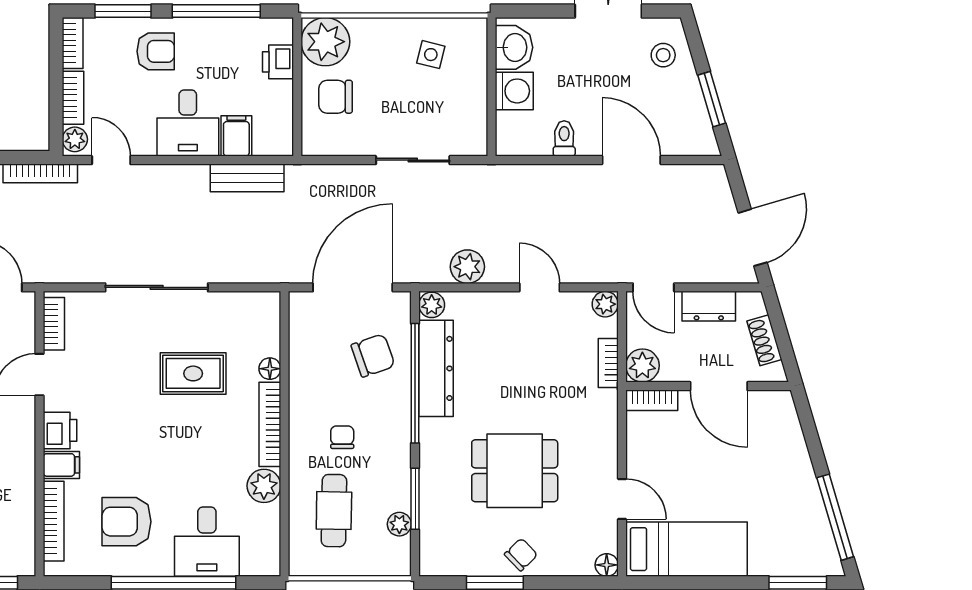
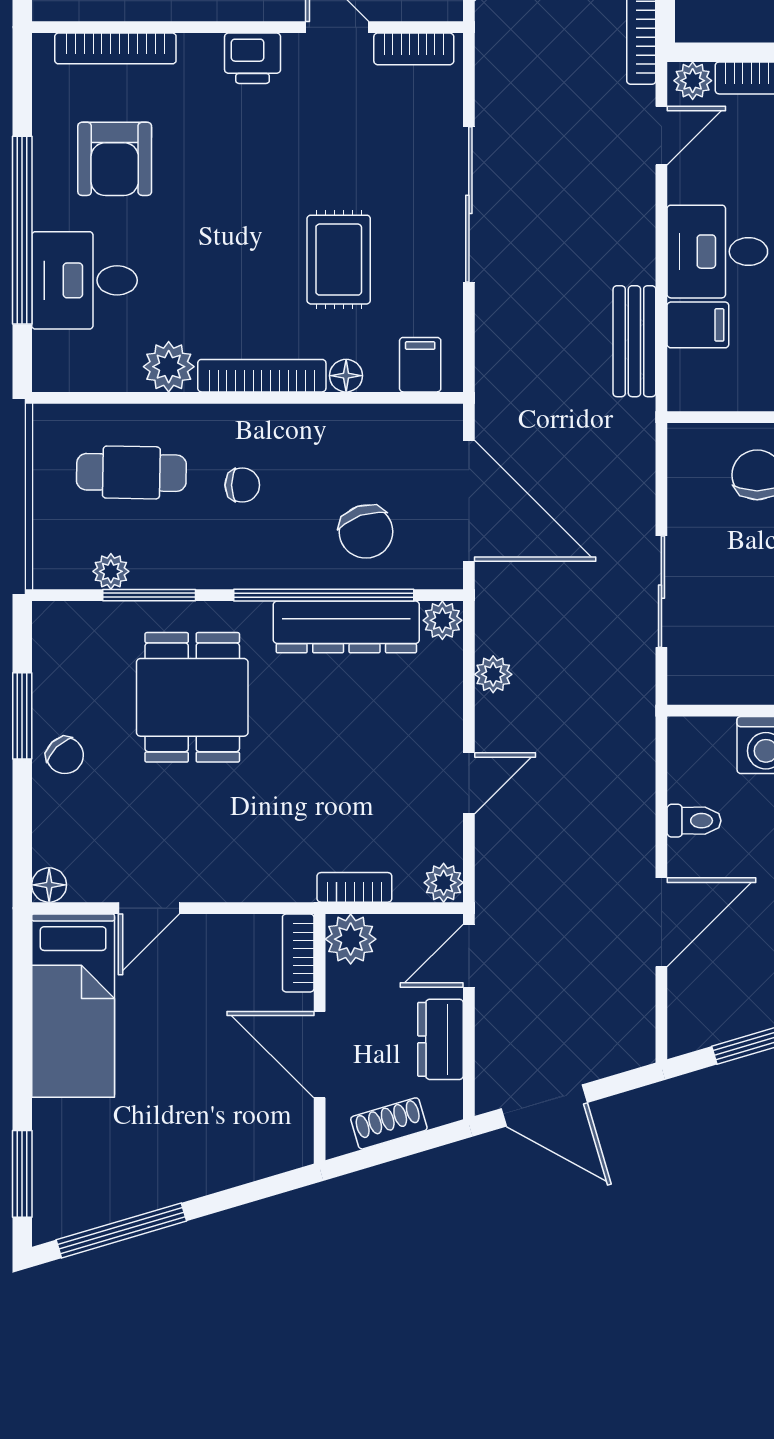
plant: (467, 267) -> (493, 674), width x0.73, depth x0.73
door: (719, 386) -> (320, 1055), hinge flipped
filing cabinet: (61, 465) -> (420, 365), moved, turned 180
dining table: (515, 471) -> (192, 697), moved
armchair: (126, 522) -> (115, 159), turned 180

